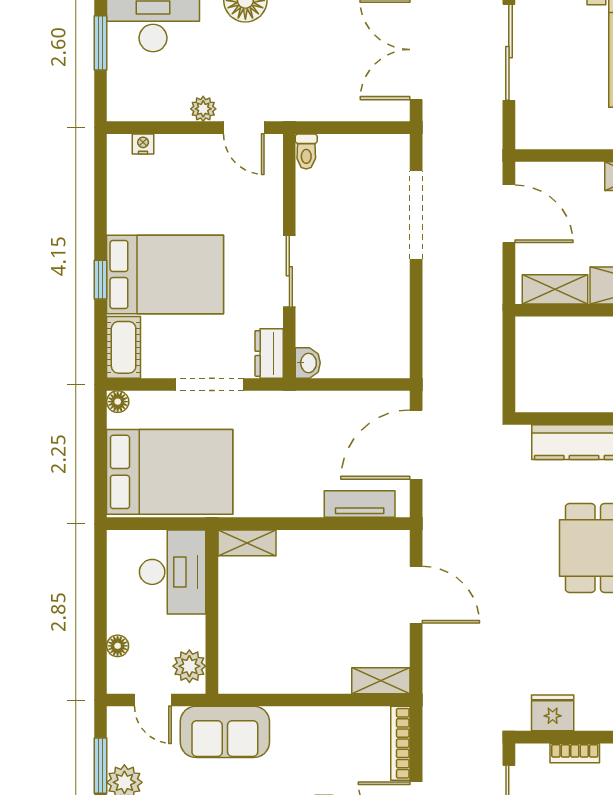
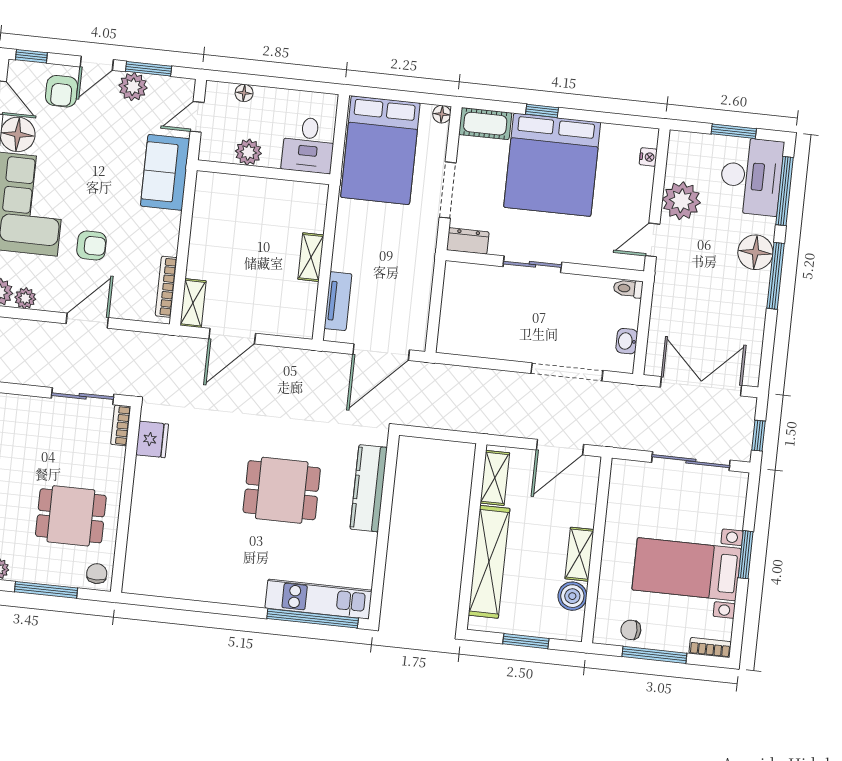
plant: (203, 109) -> (681, 201), width x1.88, depth x1.88
bed: (165, 275) -> (552, 165), width x1.36
washbasin: (308, 363) -> (627, 341), moved, turned 90
door: (416, 445) -> (381, 352), swing flipped
shelving: (247, 543) -> (311, 257), moved
desk: (173, 572) -> (308, 145), width x0.73
door: (416, 595) -> (232, 336), moved
plant: (189, 666) -> (248, 152), moved
bookcase: (400, 743) -> (166, 287), moved, turned -90
bookcase: (575, 753) -> (121, 425), moved

